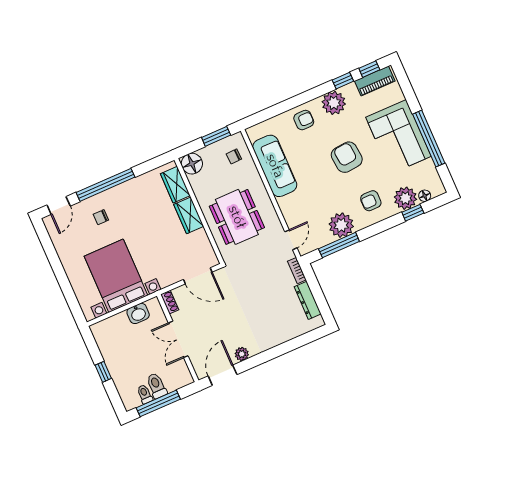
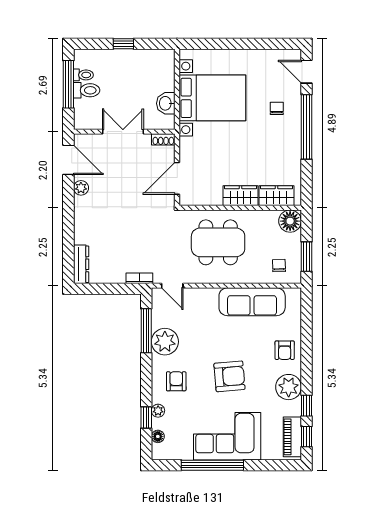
plant: (405, 198) -> (158, 411), width x0.53, depth x0.53
dresser: (308, 300) -> (81, 264), moved, turned 90

